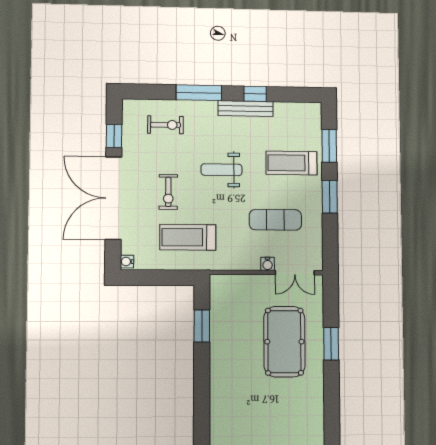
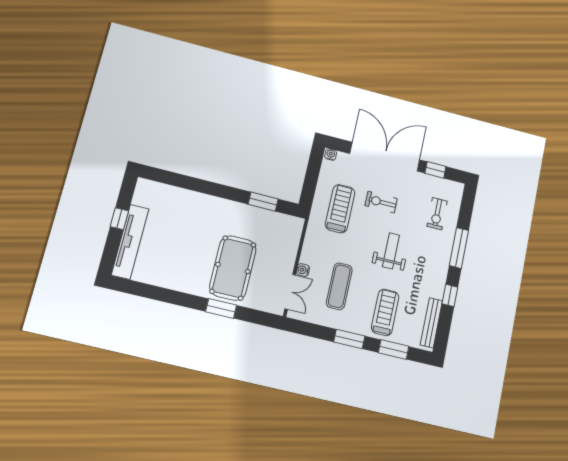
bench: (246, 108) -> (431, 323), moved
double door: (295, 273) -> (290, 292), swing flipped
pool table: (284, 342) -> (233, 268), turned 90

